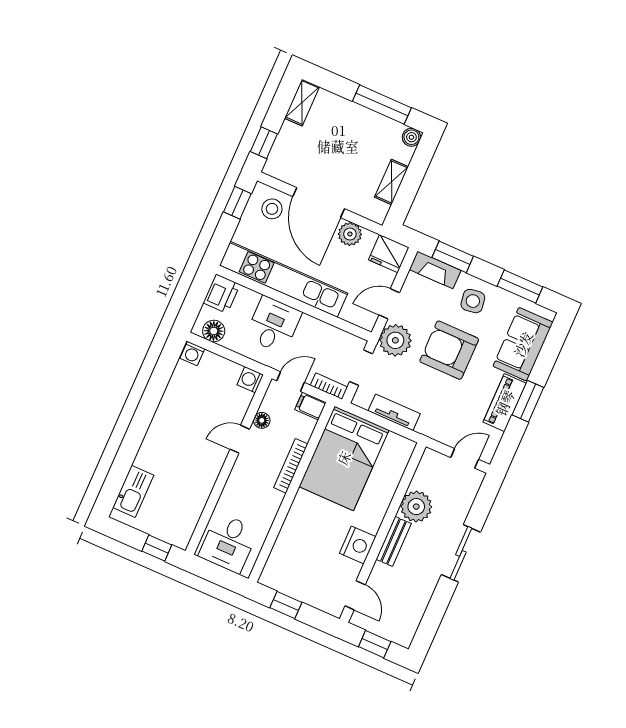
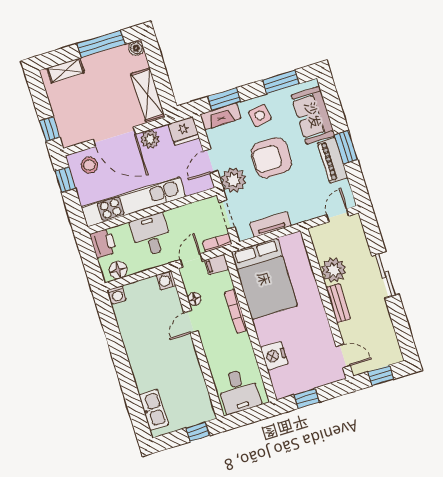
shelving: (302, 102) -> (65, 70), moved, turned 90
shelving: (391, 182) -> (148, 95), width x1.50, depth x1.33
nightstand: (358, 545) -> (274, 356), moved, turned 180

